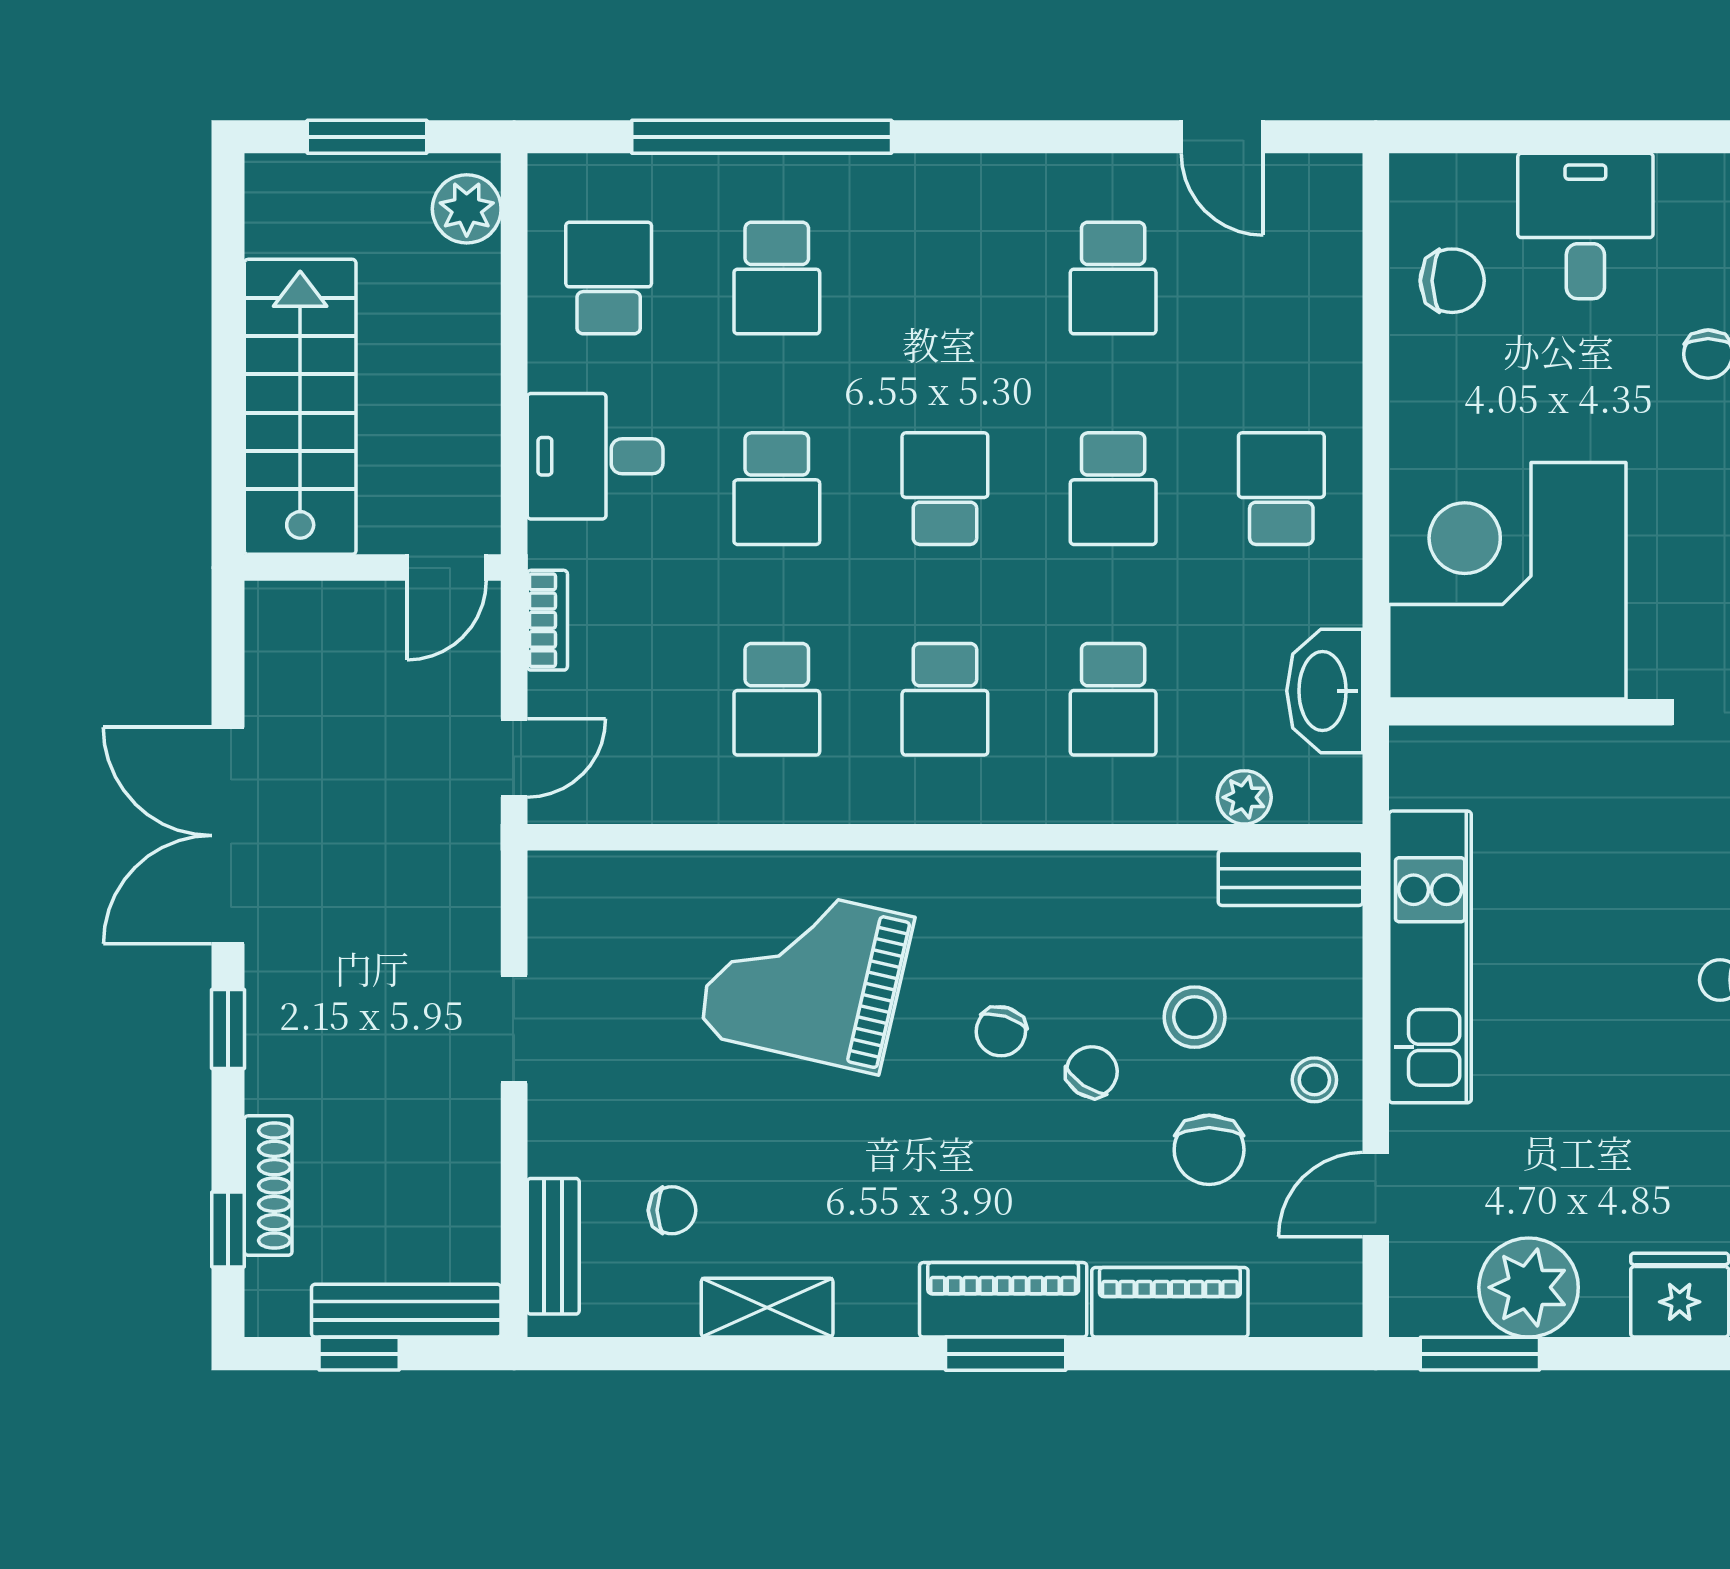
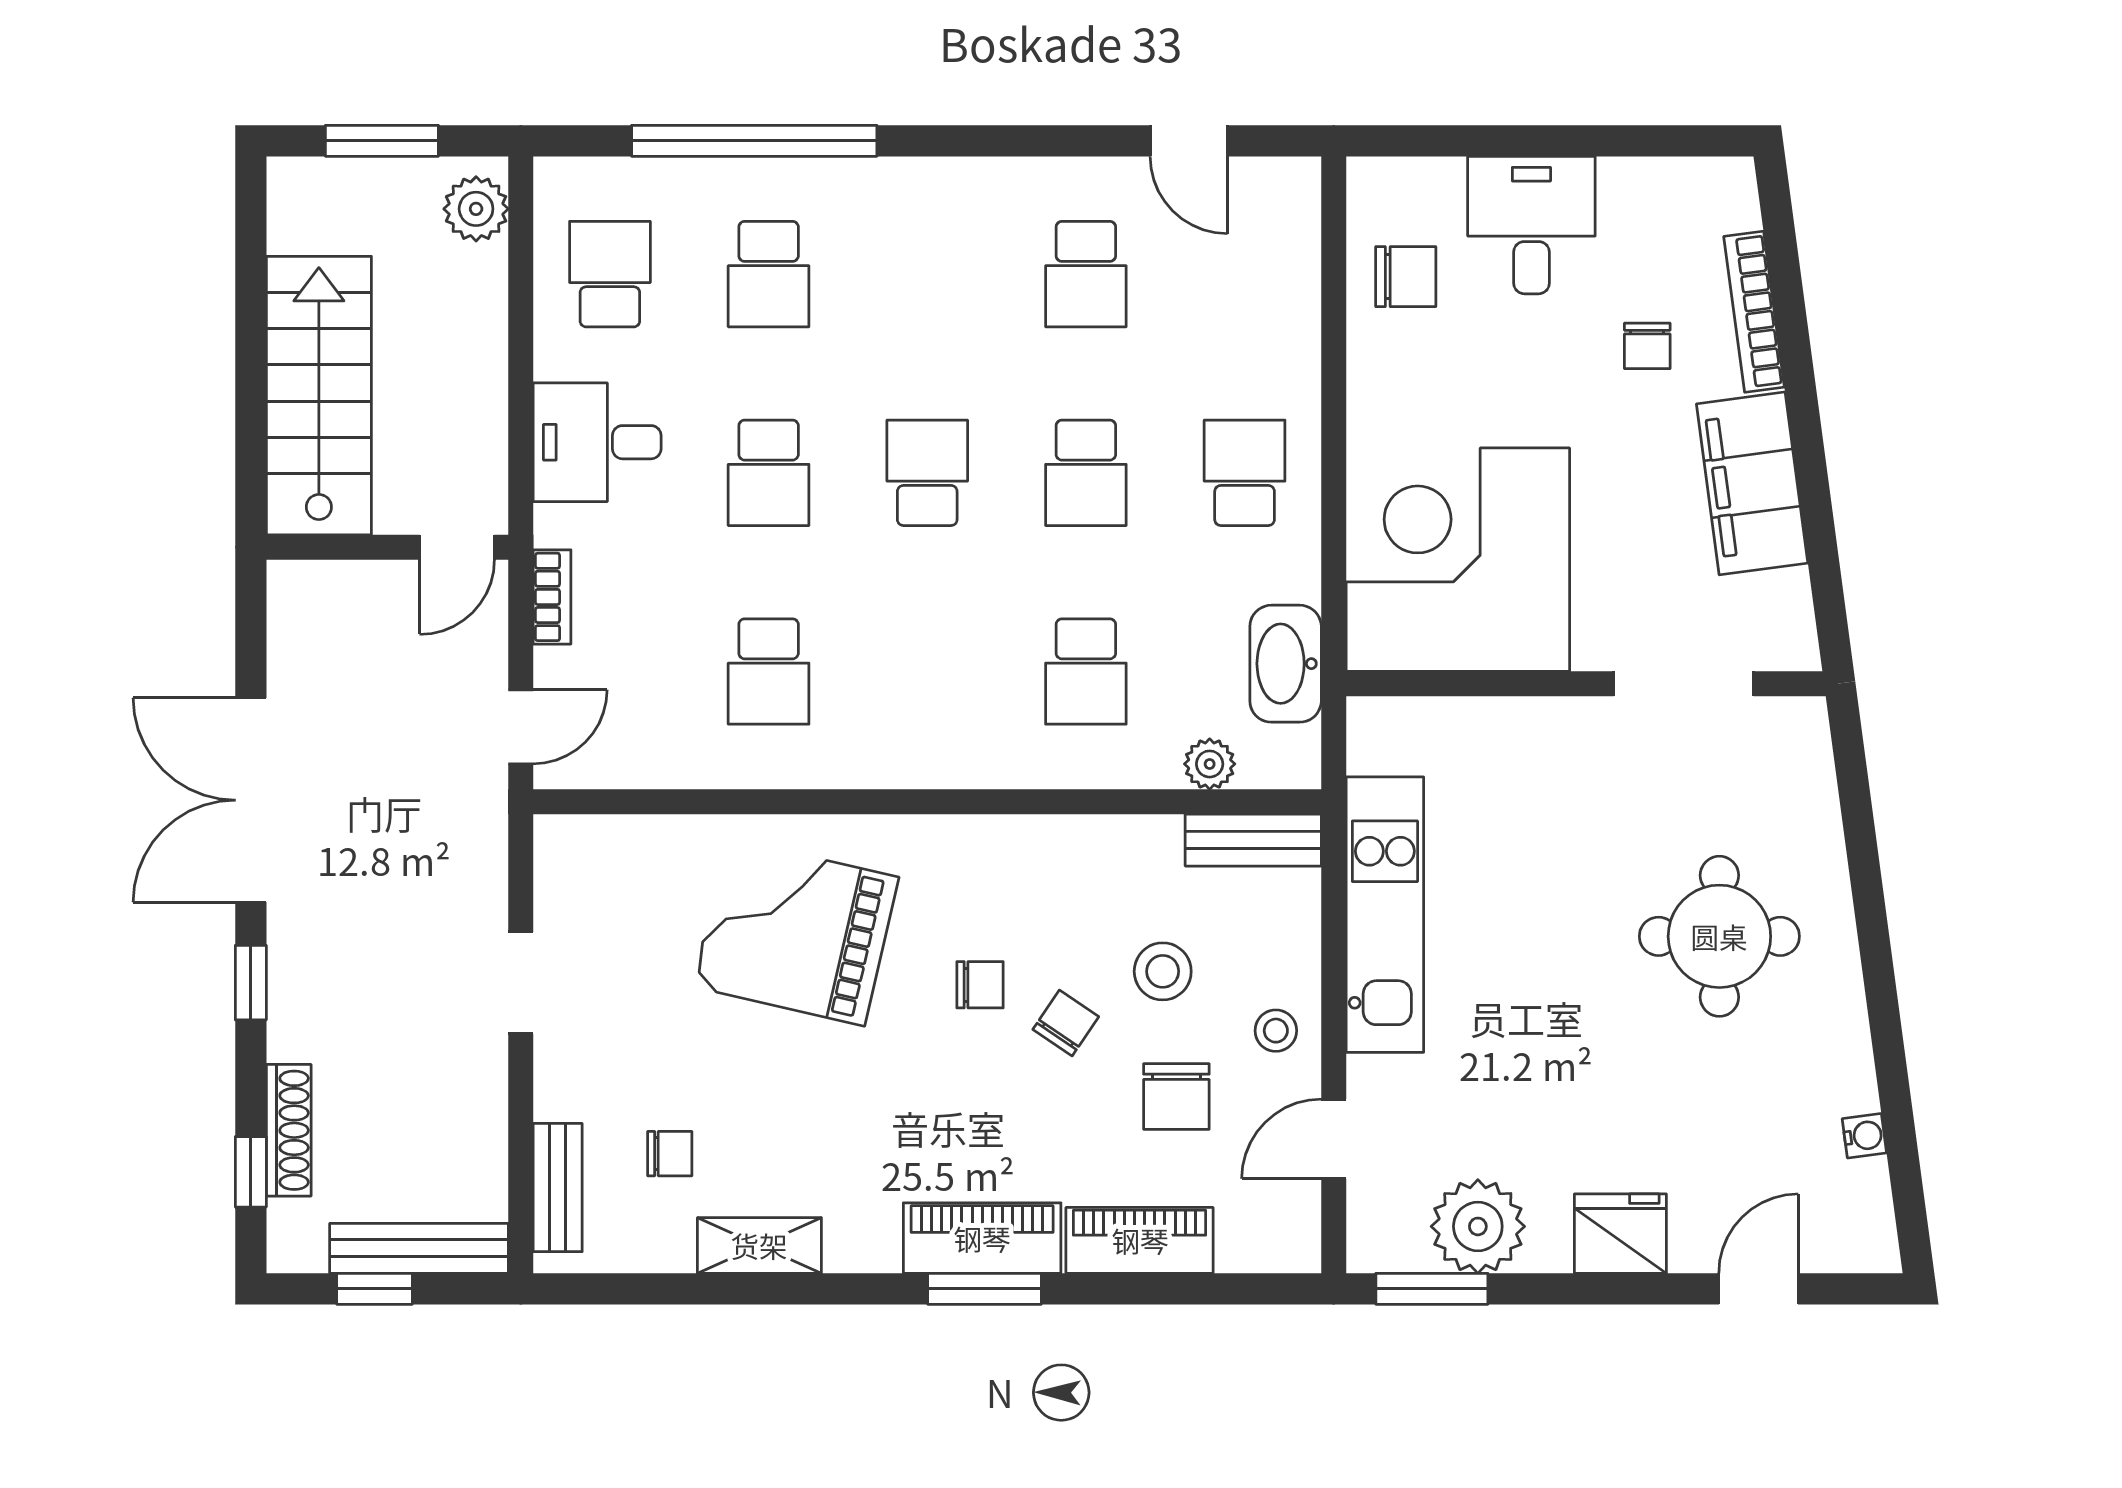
school desk: (945, 699) -> (927, 671), removed
chair: (1001, 1031) -> (980, 985), turned -107

